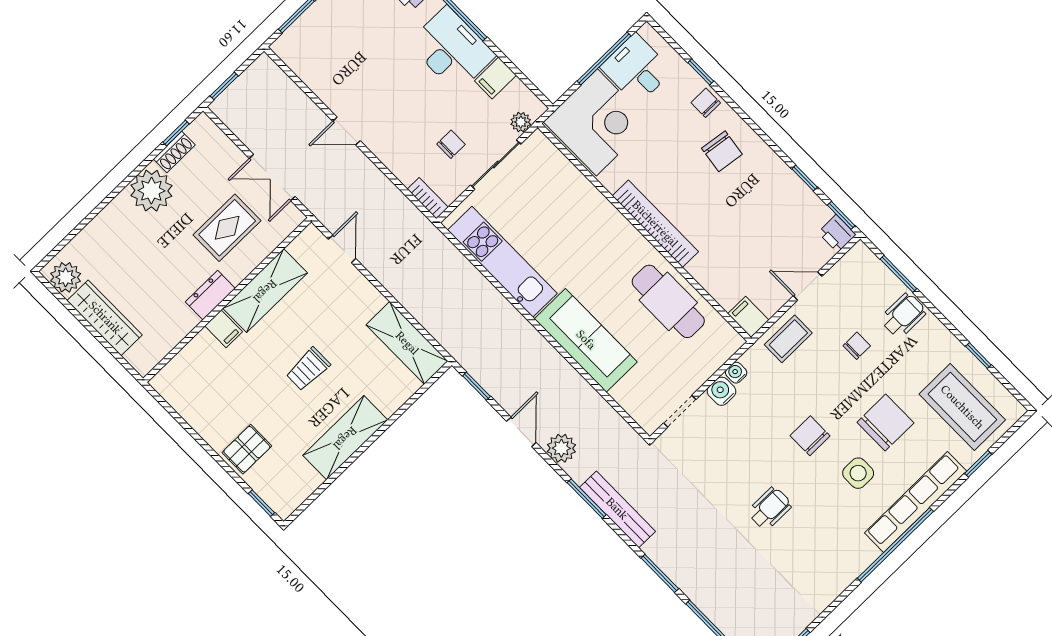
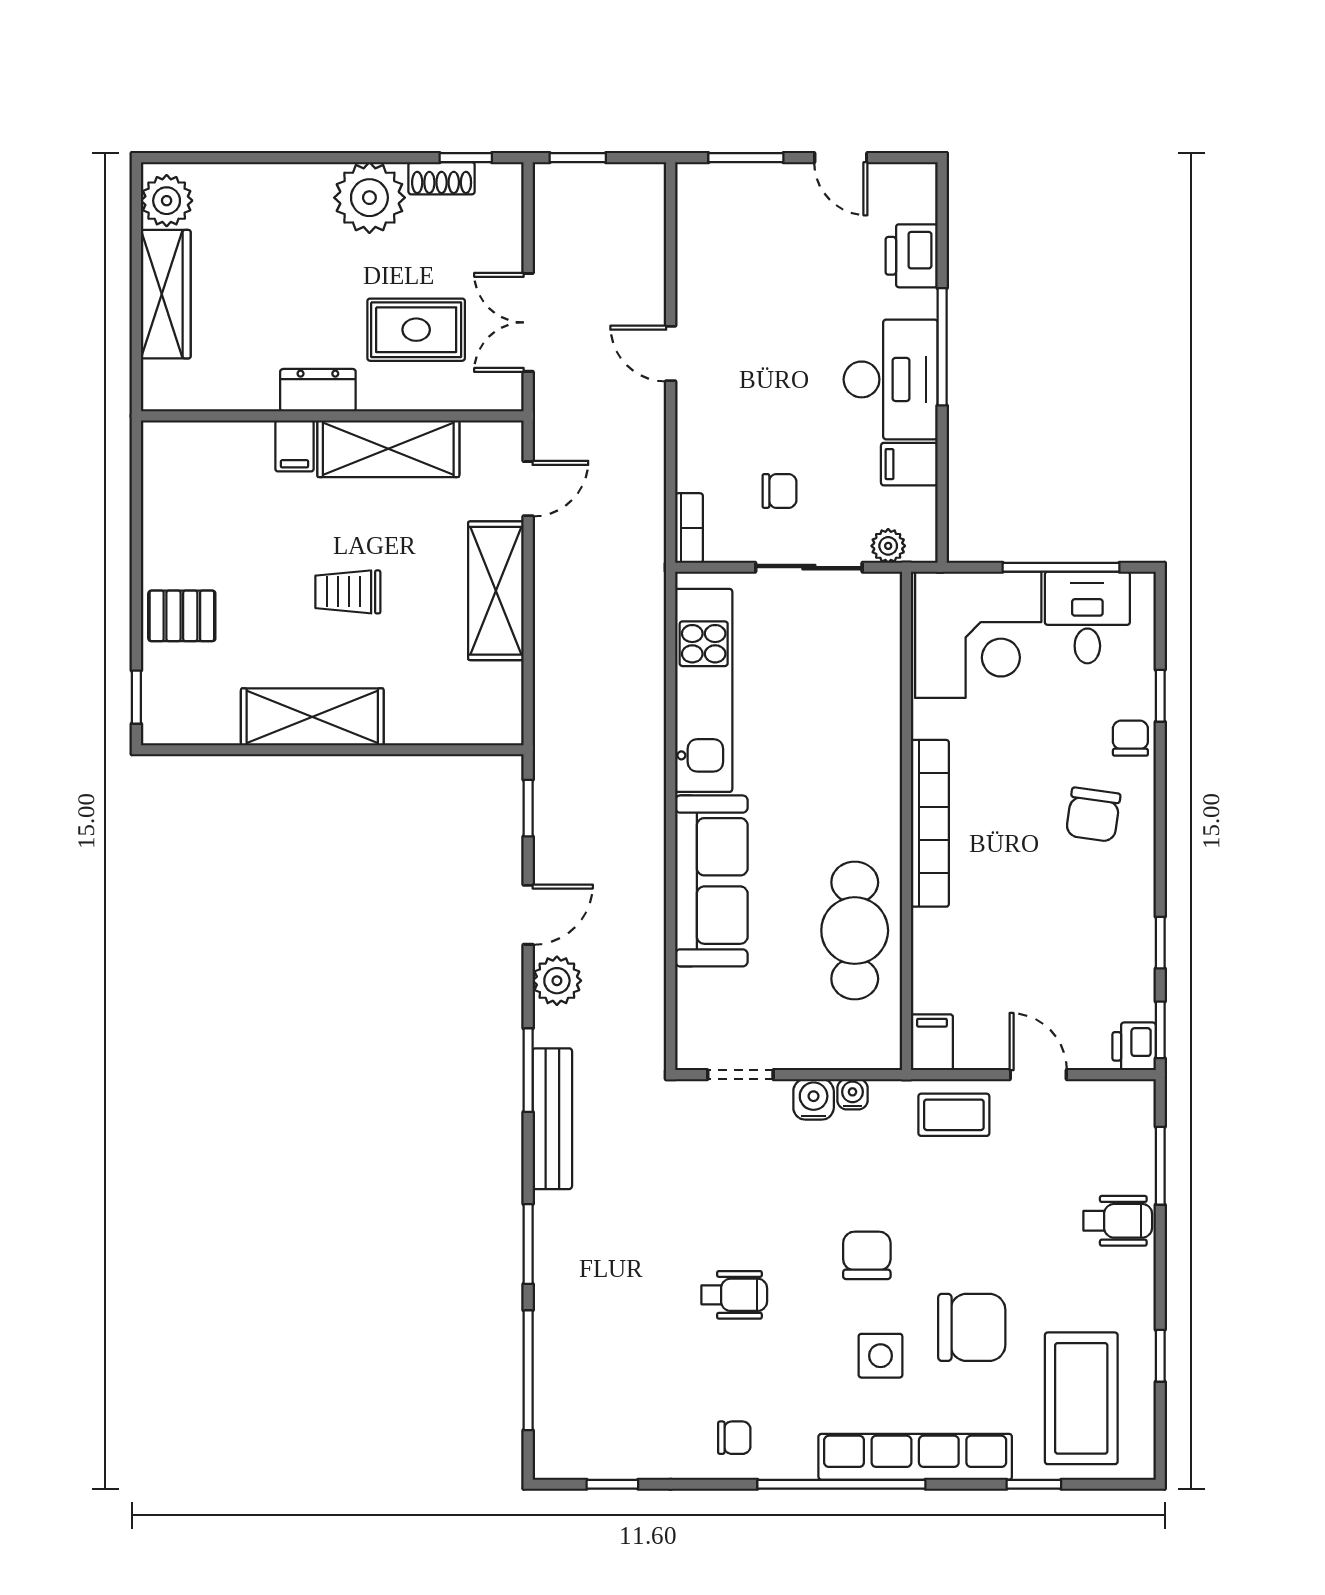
shelving: (407, 343) -> (496, 591), moved
chair: (857, 346) -> (734, 1438), moved

